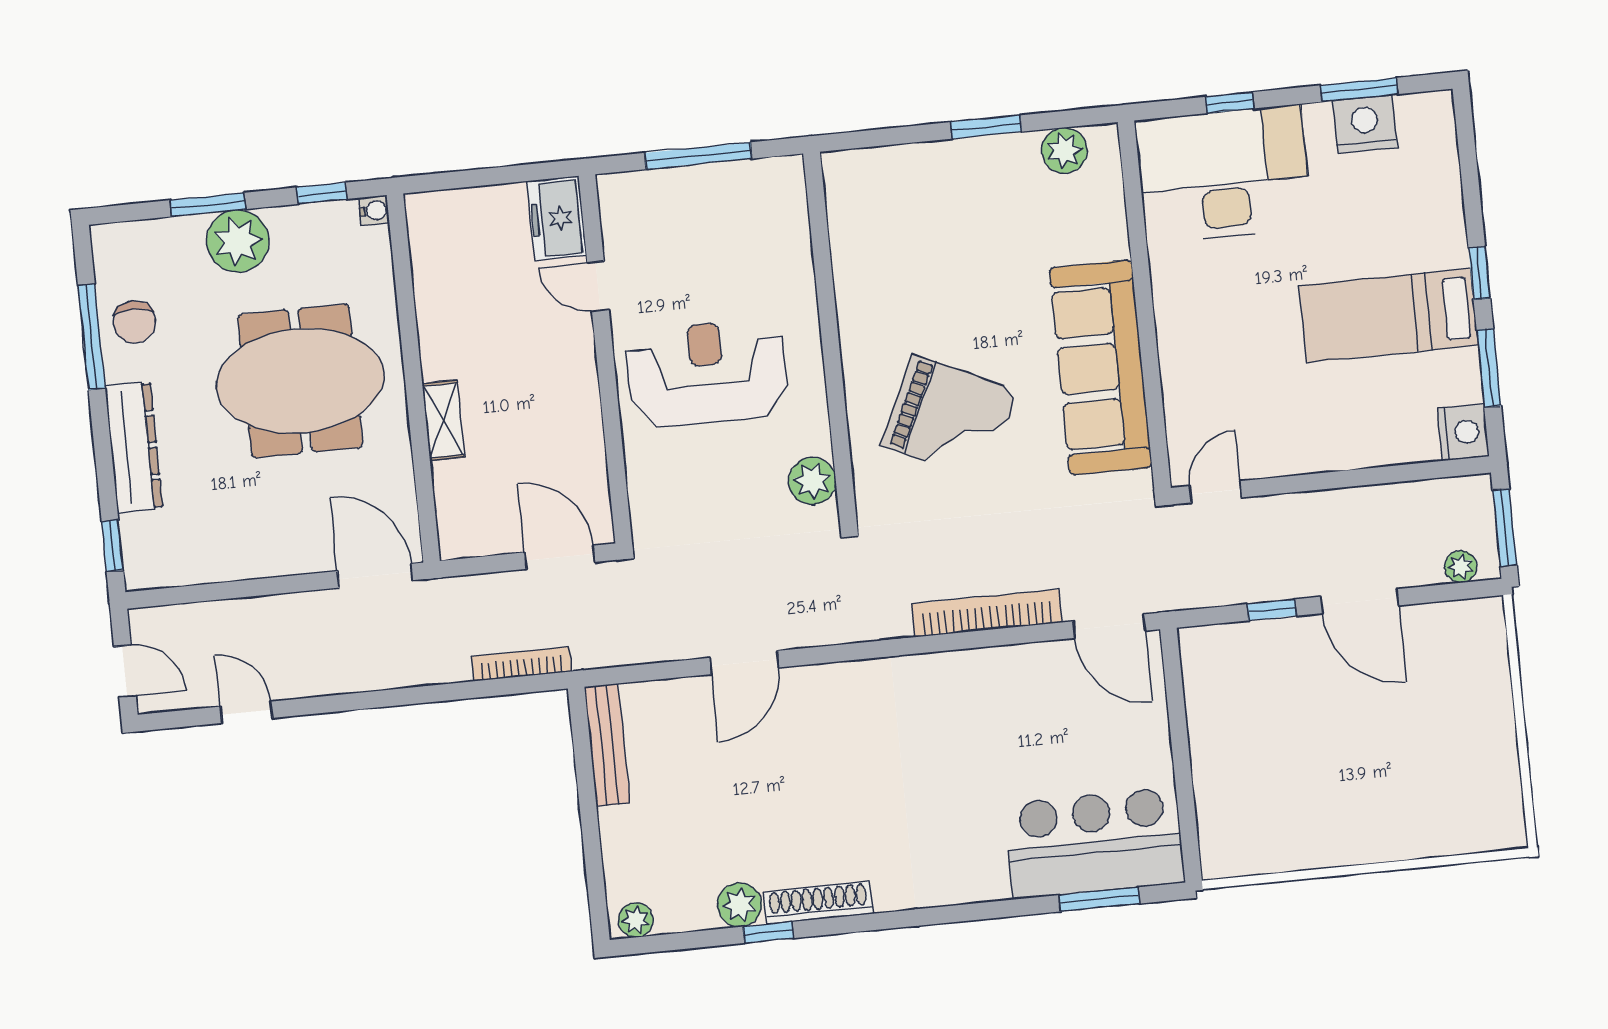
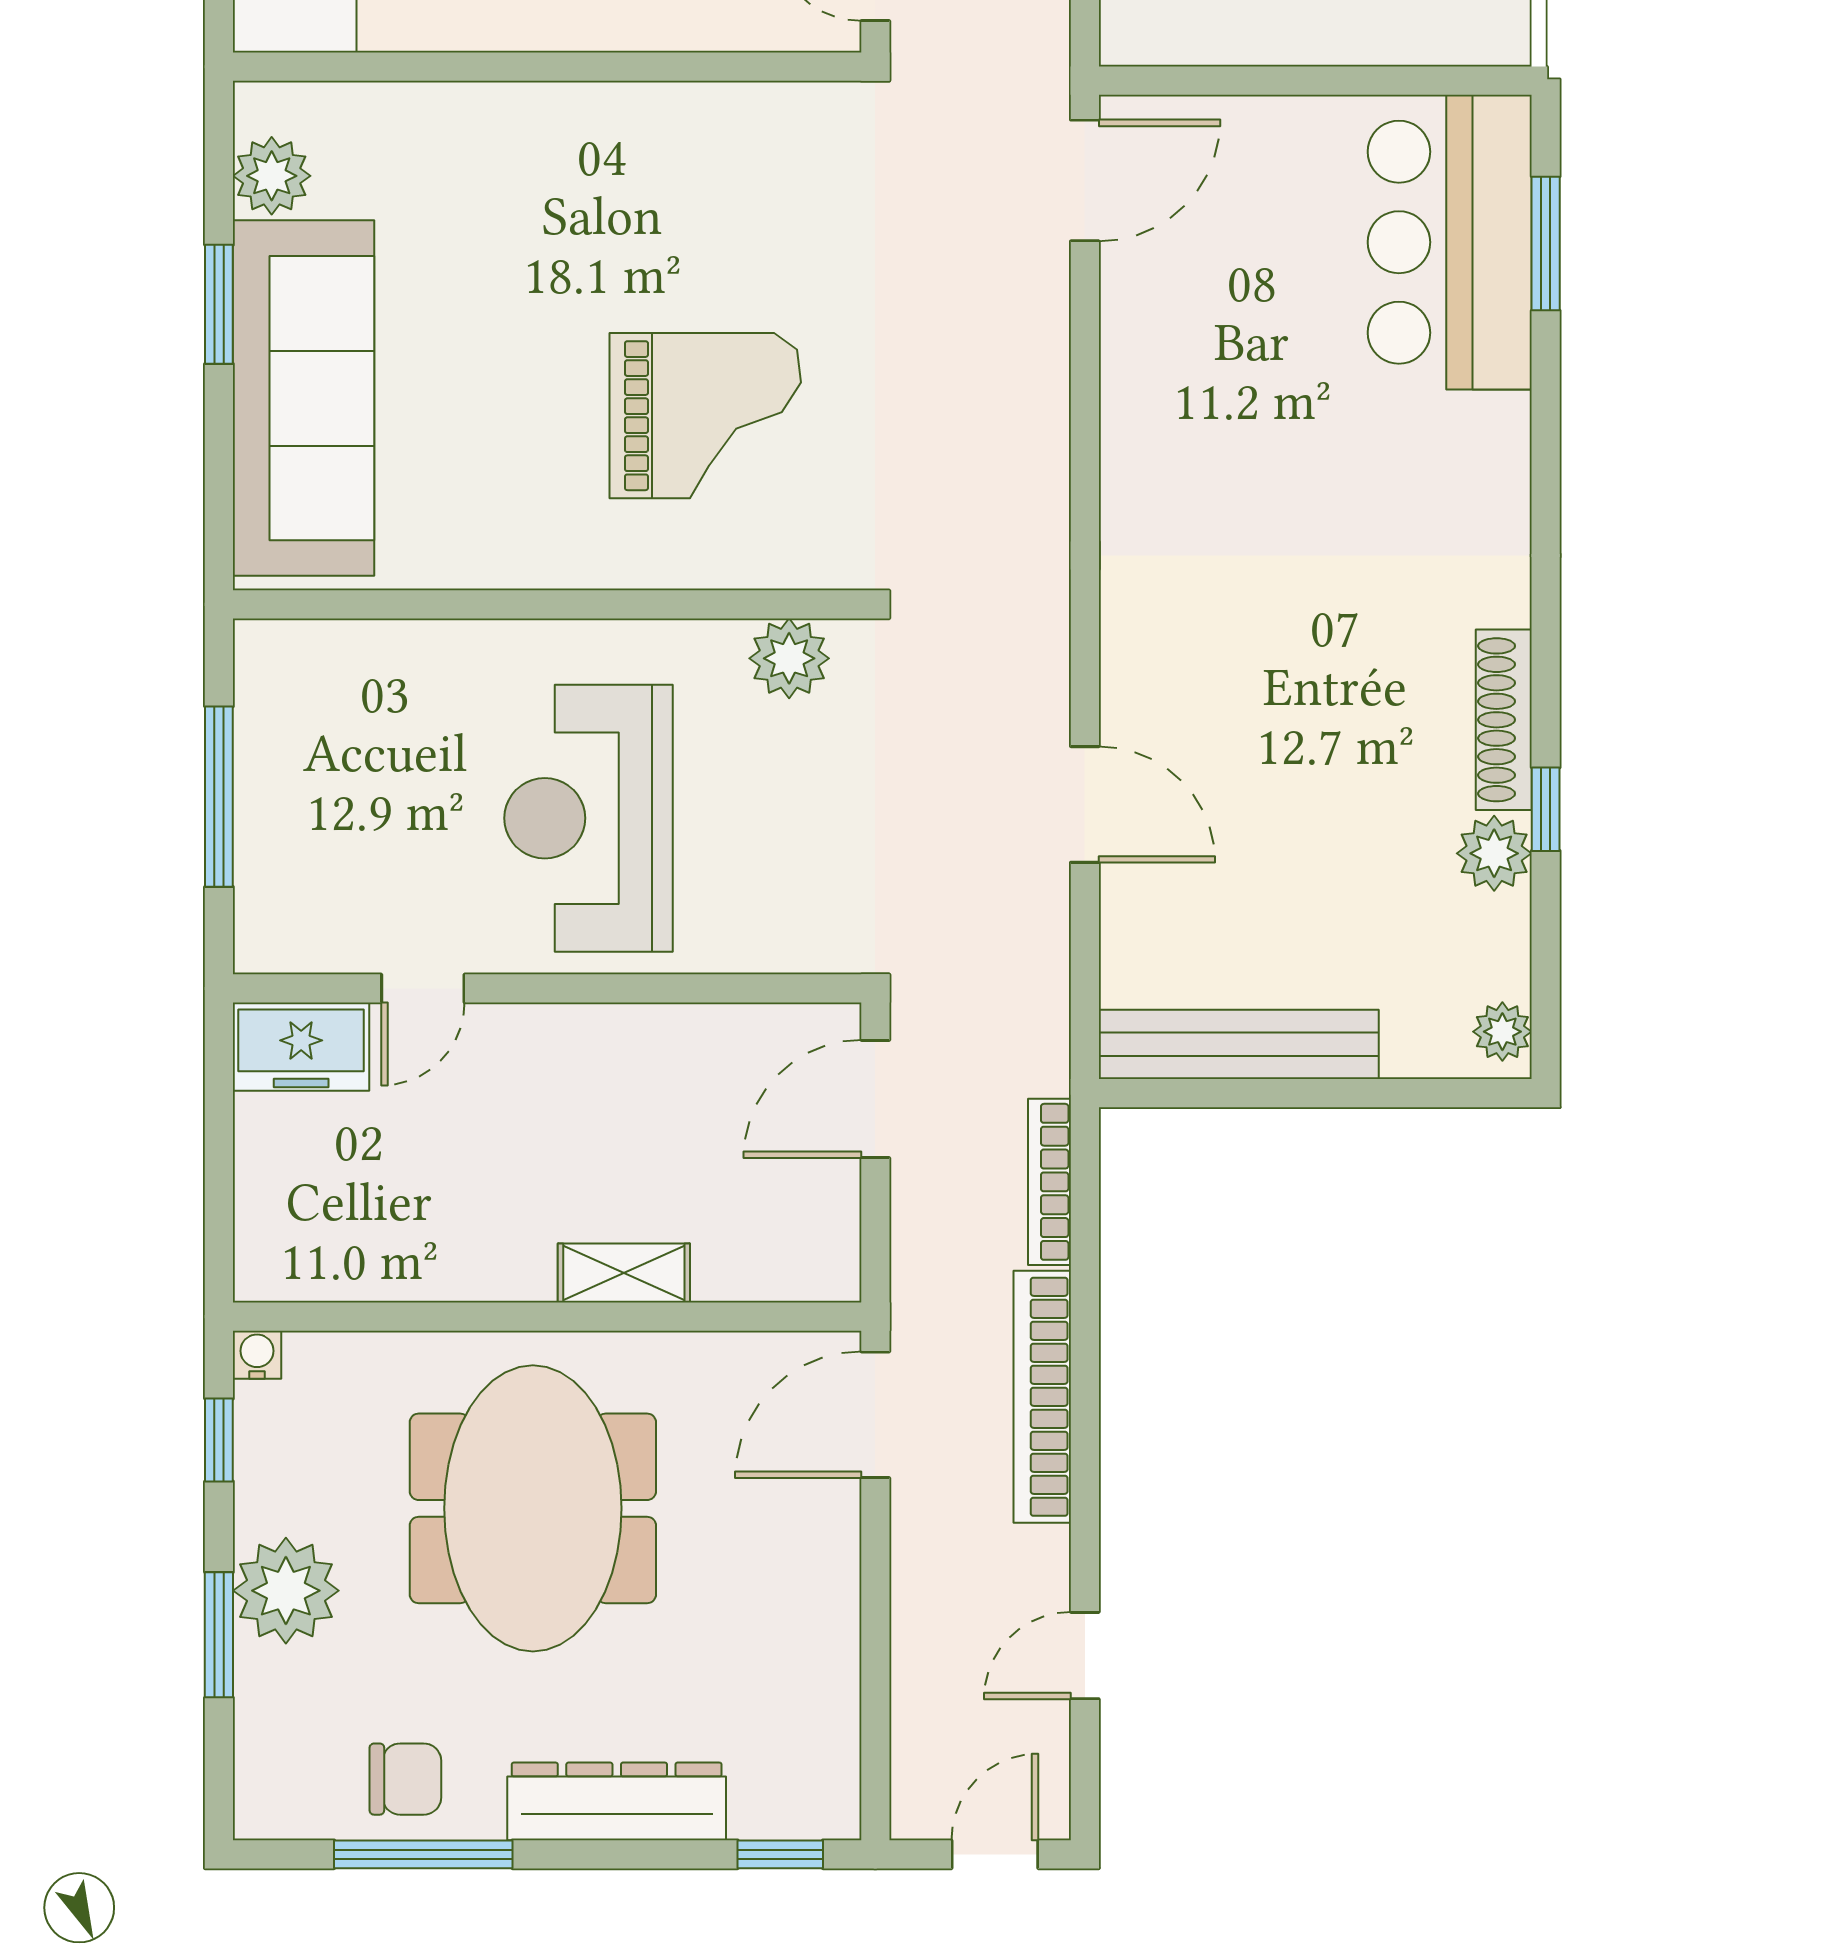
sofa: (1101, 368) -> (304, 398), moved, turned -90
grand piano: (949, 418) -> (705, 416), turned 65
bookcase: (987, 613) -> (1042, 1397), moved
bench: (607, 745) -> (1239, 1044), width x1.37, depth x1.21

